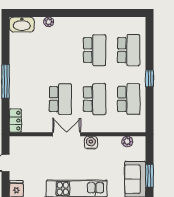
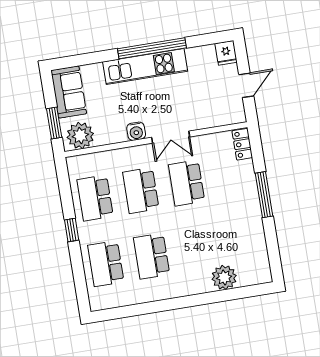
plant: (49, 22) -> (224, 277), width x1.88, depth x1.88
washbasin: (22, 24) -> (255, 275), removed
plant: (127, 141) -> (80, 136), width x1.88, depth x1.88
window: (149, 176) -> (54, 123), moved

